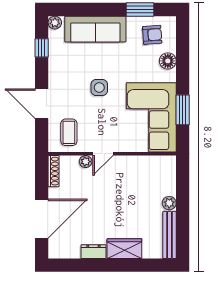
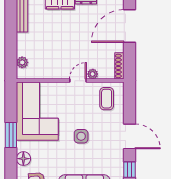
door: (42, 104) -> (130, 136), moved
window: (183, 110) -> (11, 135), moved
plant: (169, 203) -> (22, 62), moved

